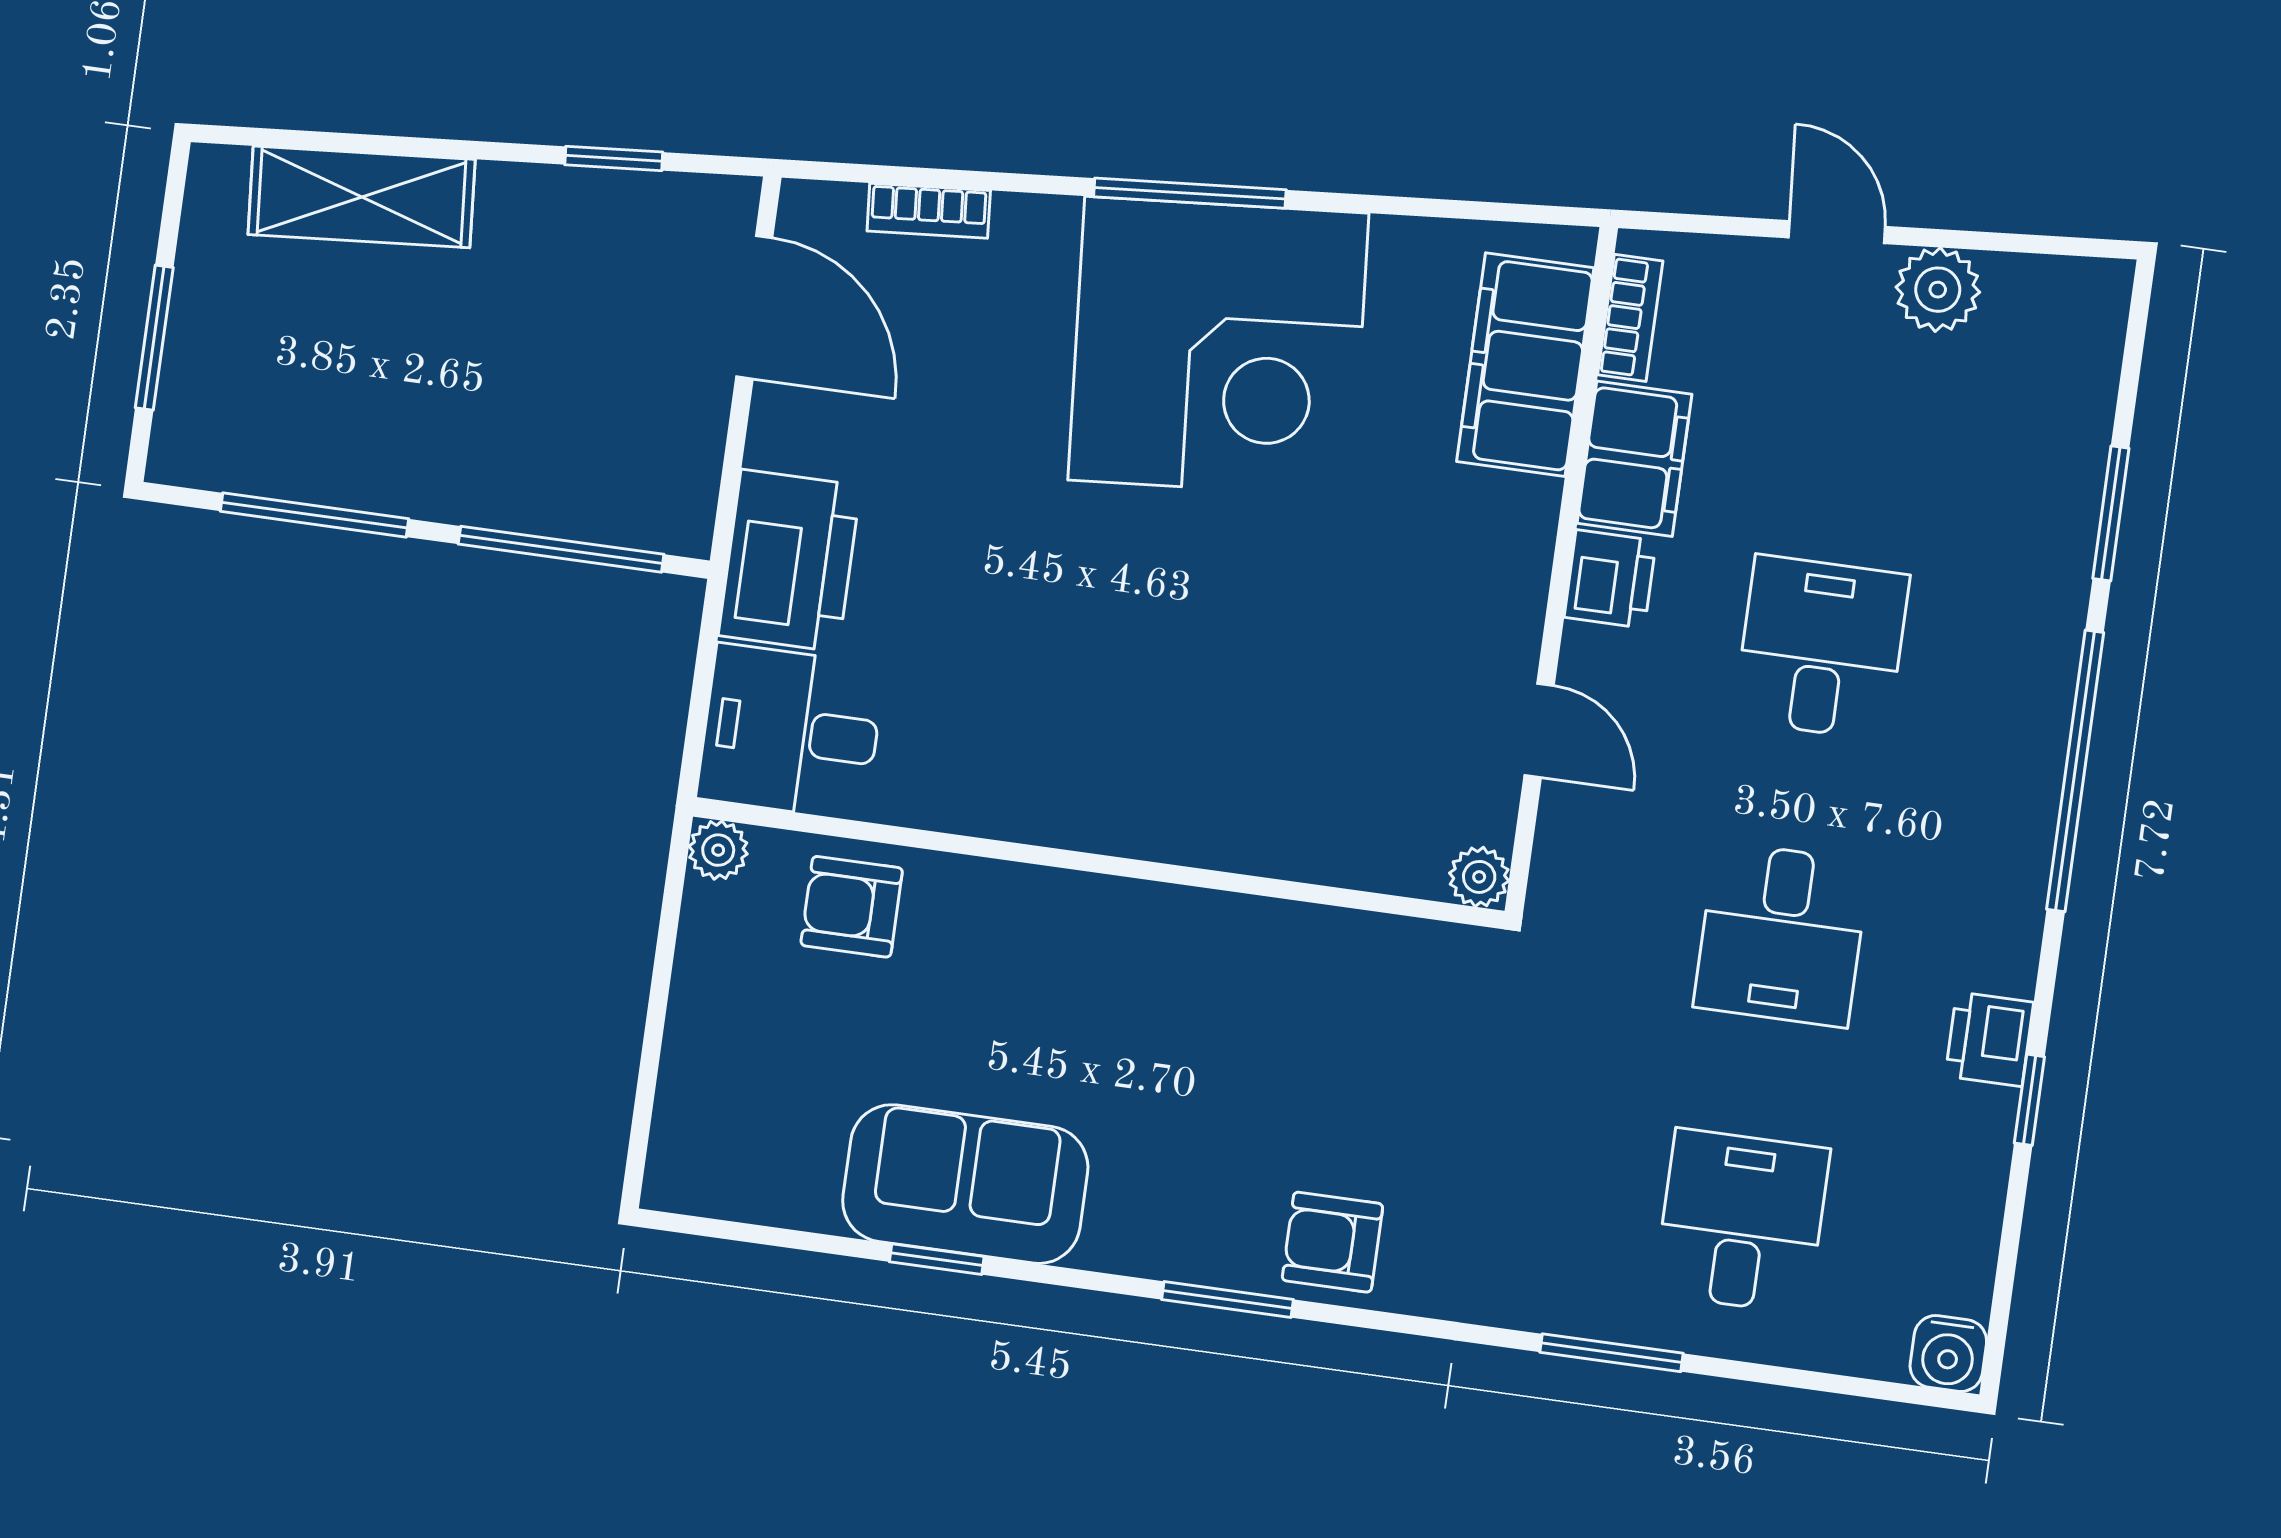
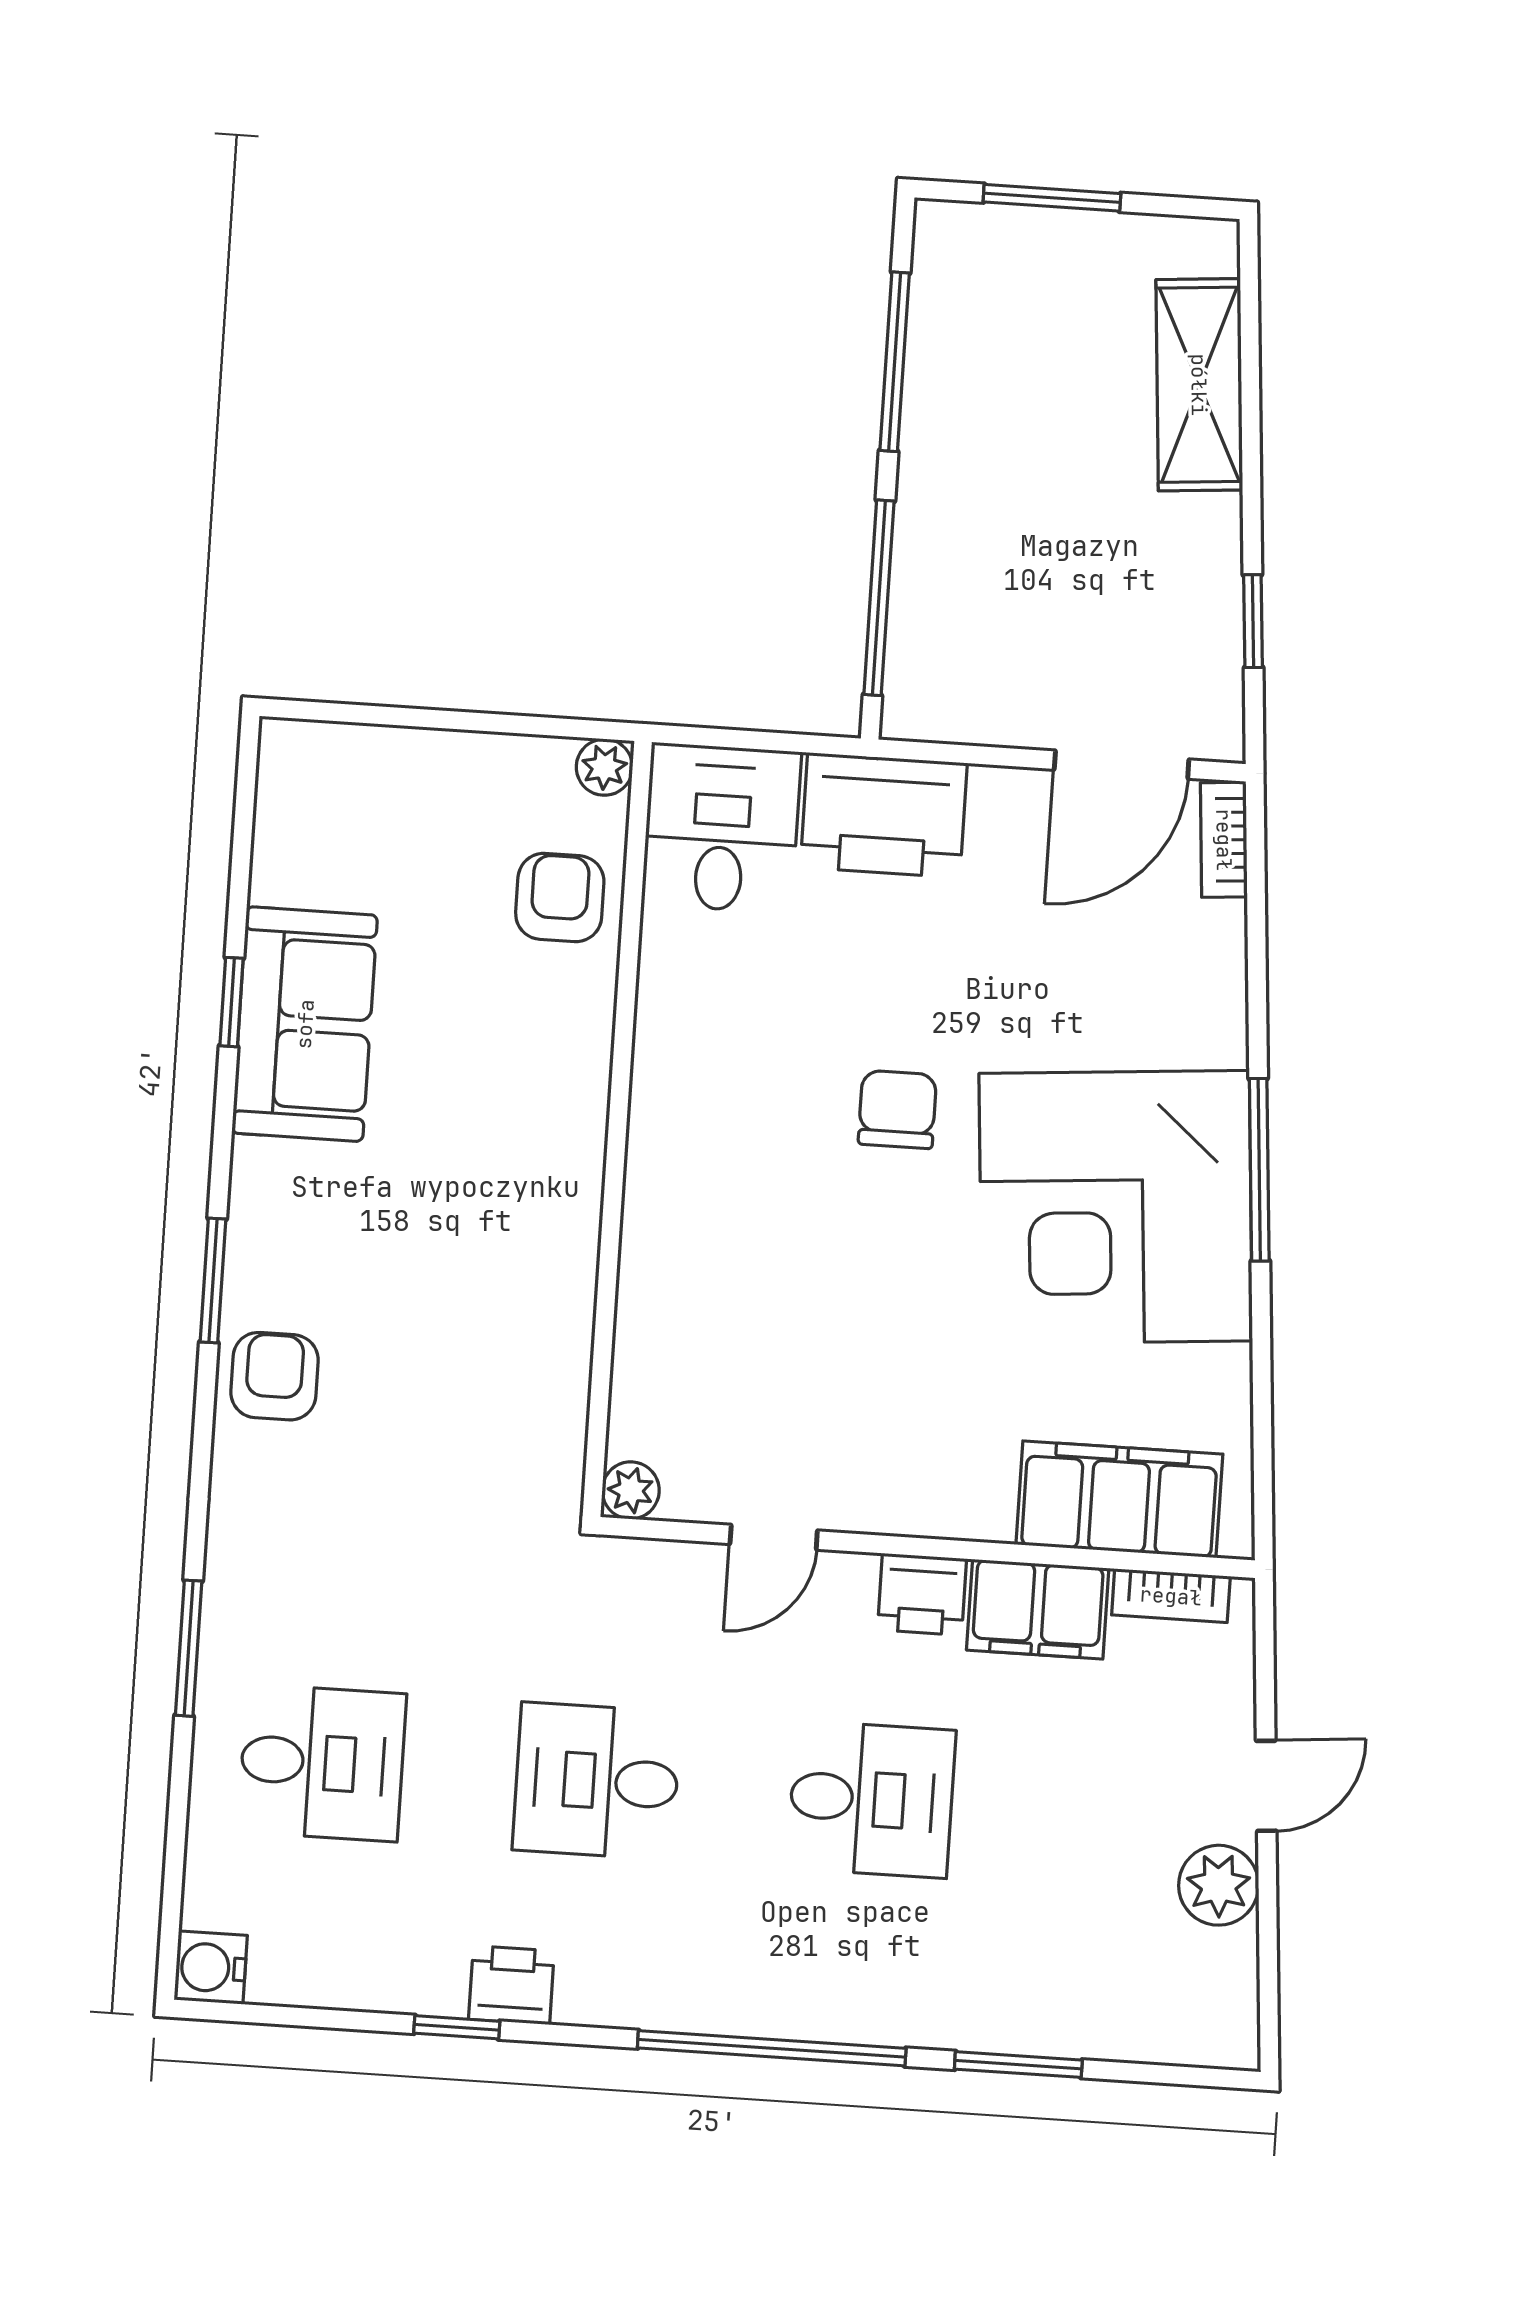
bookcase: (929, 211) -> (1224, 840), moved
chair: (1099, 568) -> (897, 1109), added

